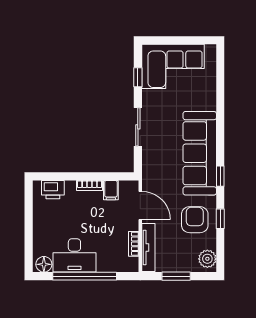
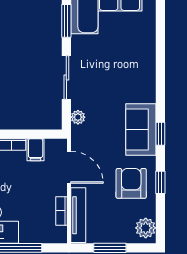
window: (138, 77) -> (66, 21), width x1.50
sofa: (200, 153) -> (141, 130), width x0.54, depth x0.79
plant: (148, 162) -> (78, 117), added

